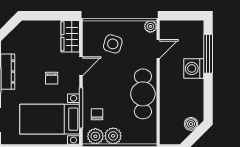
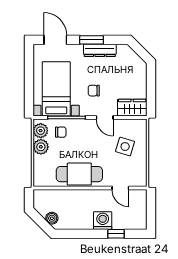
plant: (150, 26) -> (141, 181), removed
window: (208, 54) -> (116, 234), width x0.46

